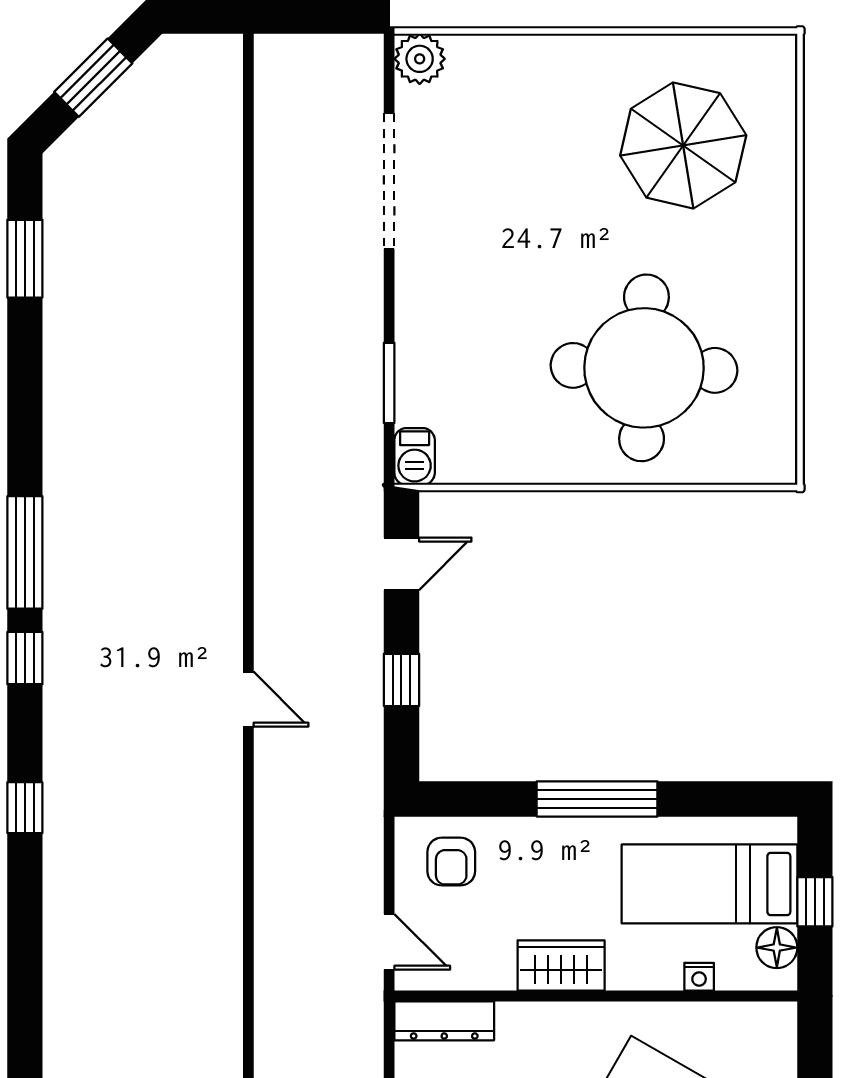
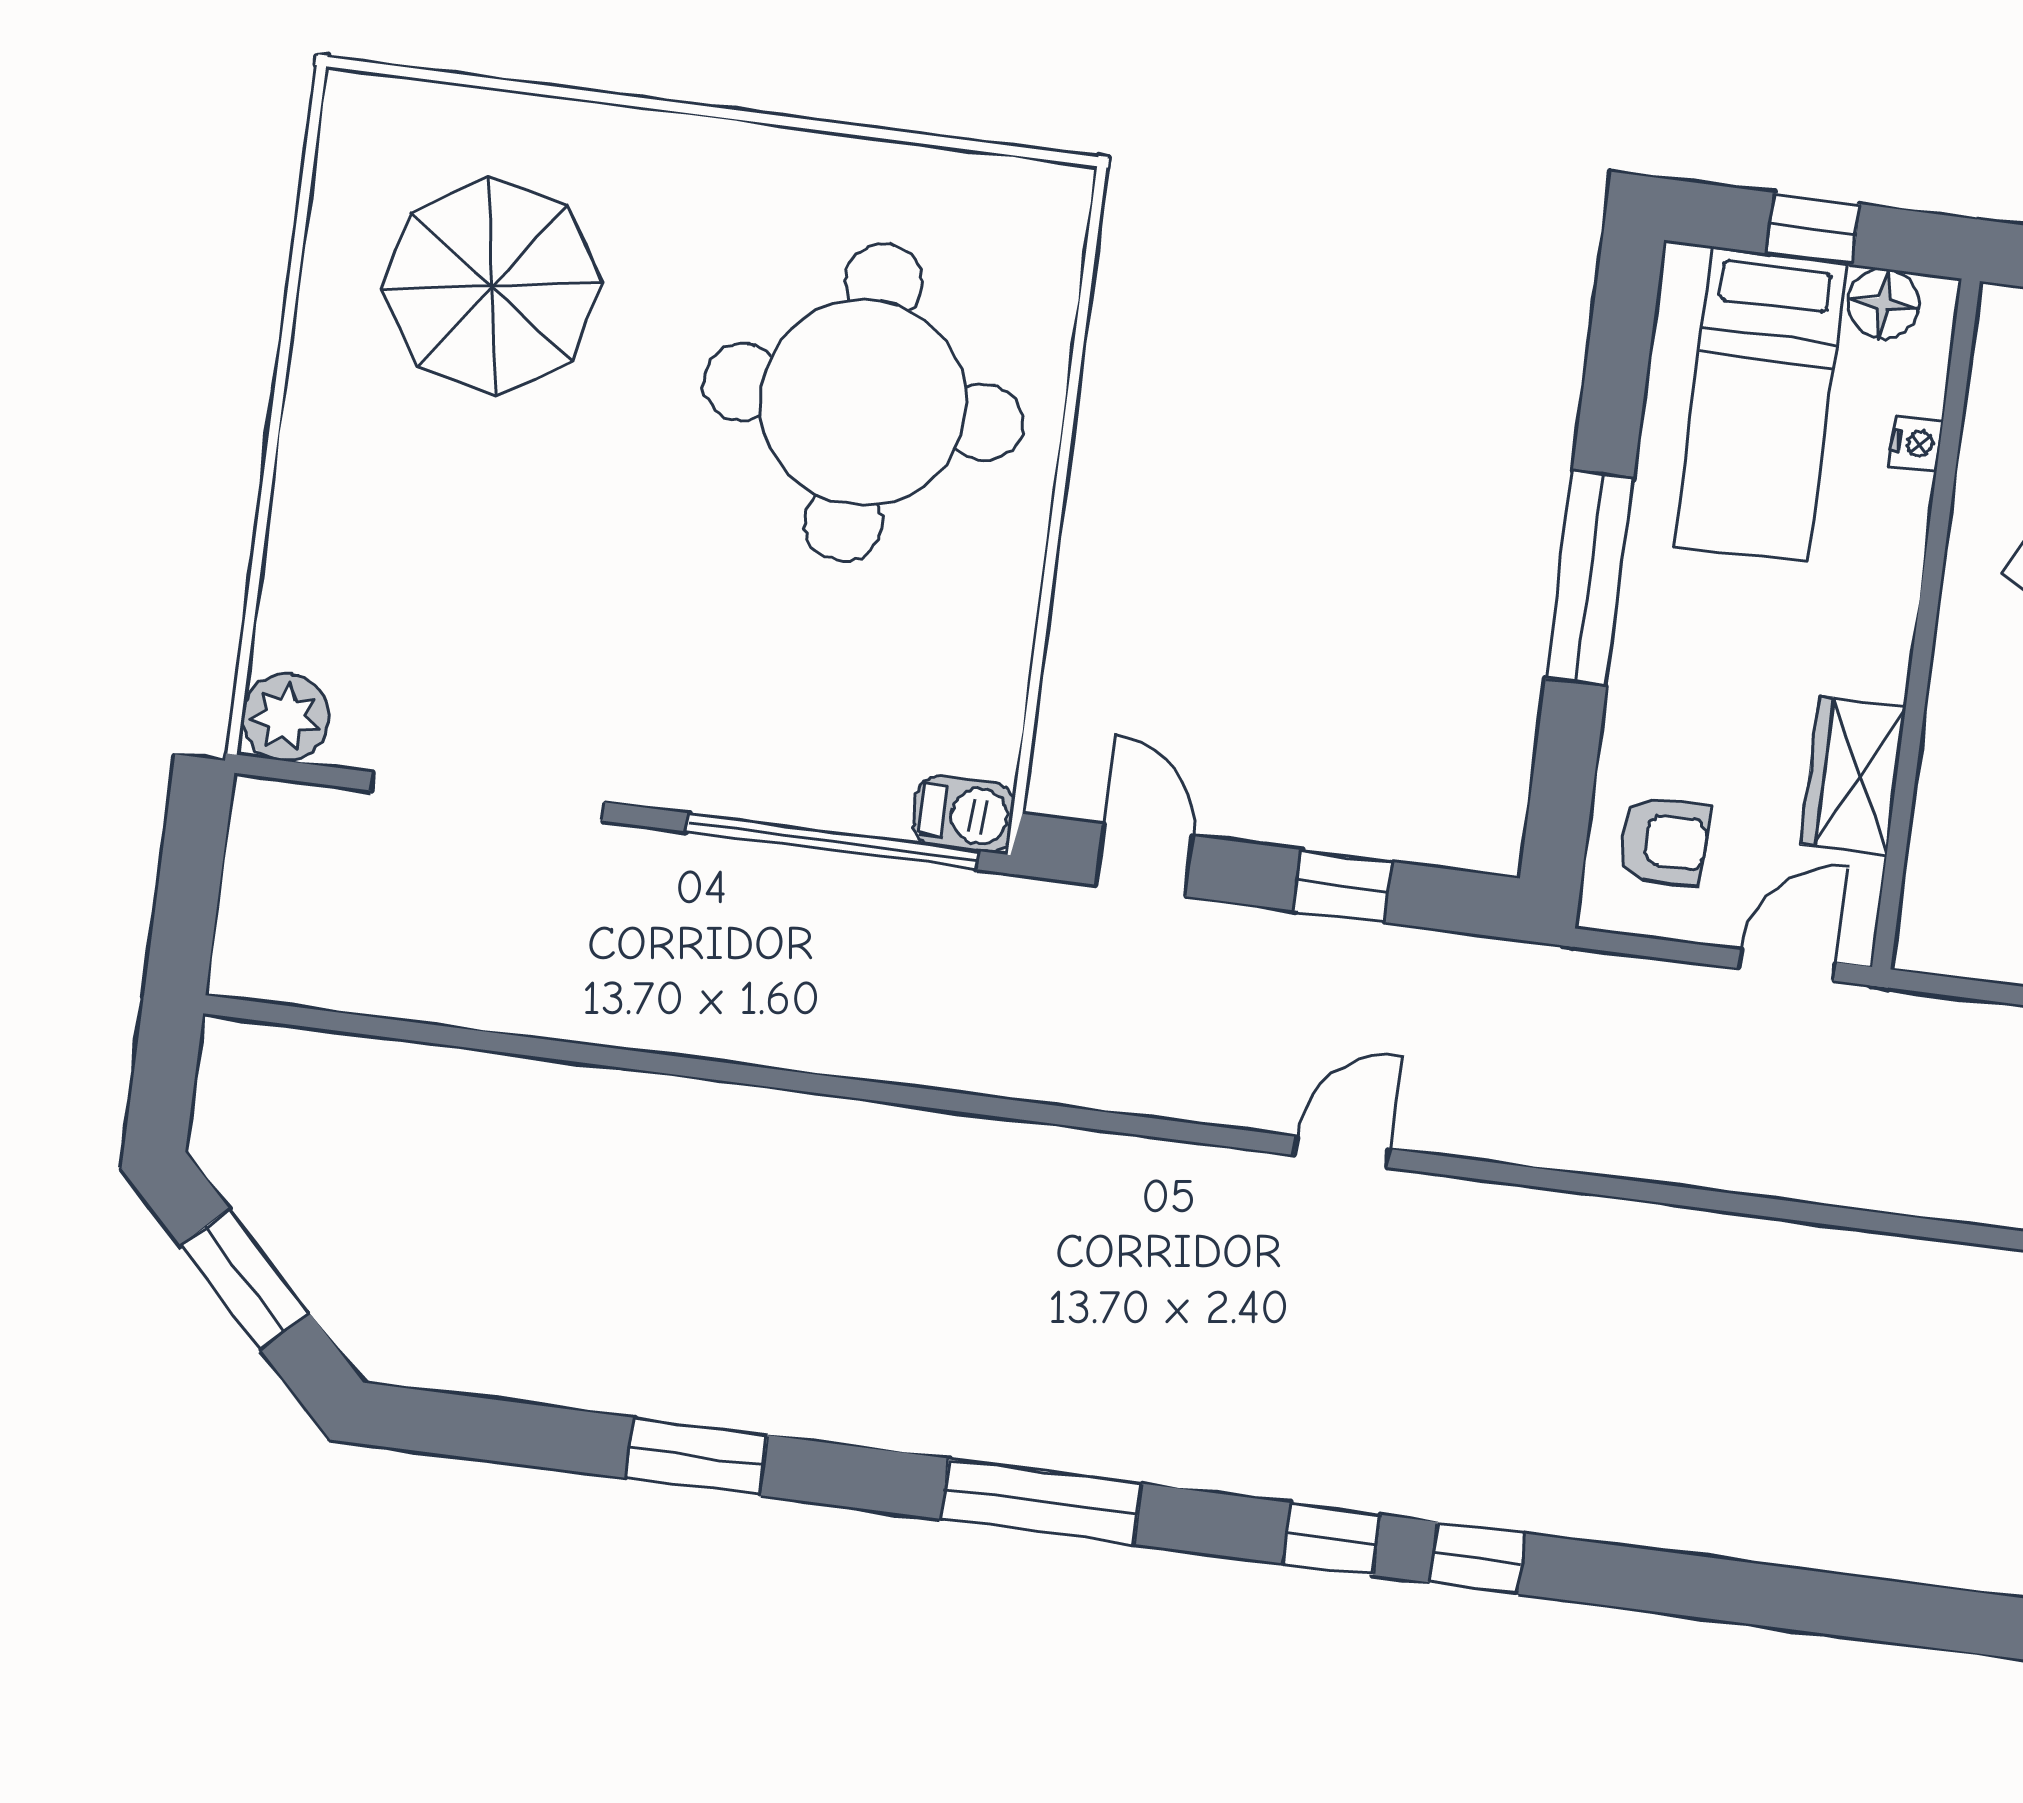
window: (25, 259) -> (697, 1457), moved
window: (389, 383) -> (832, 841), width x2.11
window: (25, 658) -> (1332, 1539), moved
wardrobe: (561, 966) -> (1853, 776), moved
dresser: (444, 1021) -> (1935, 889), removed

